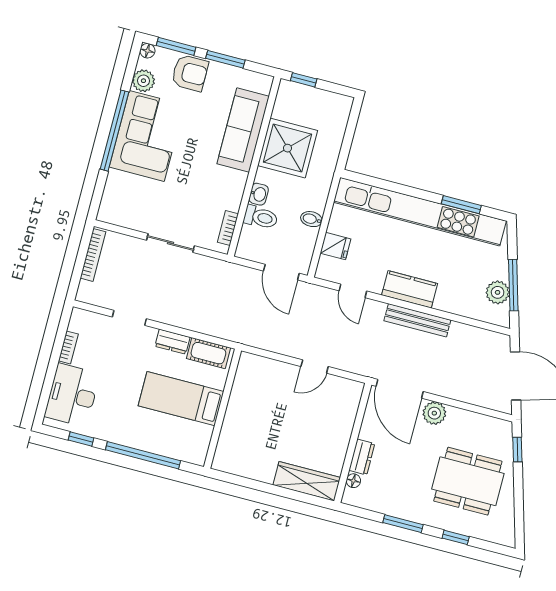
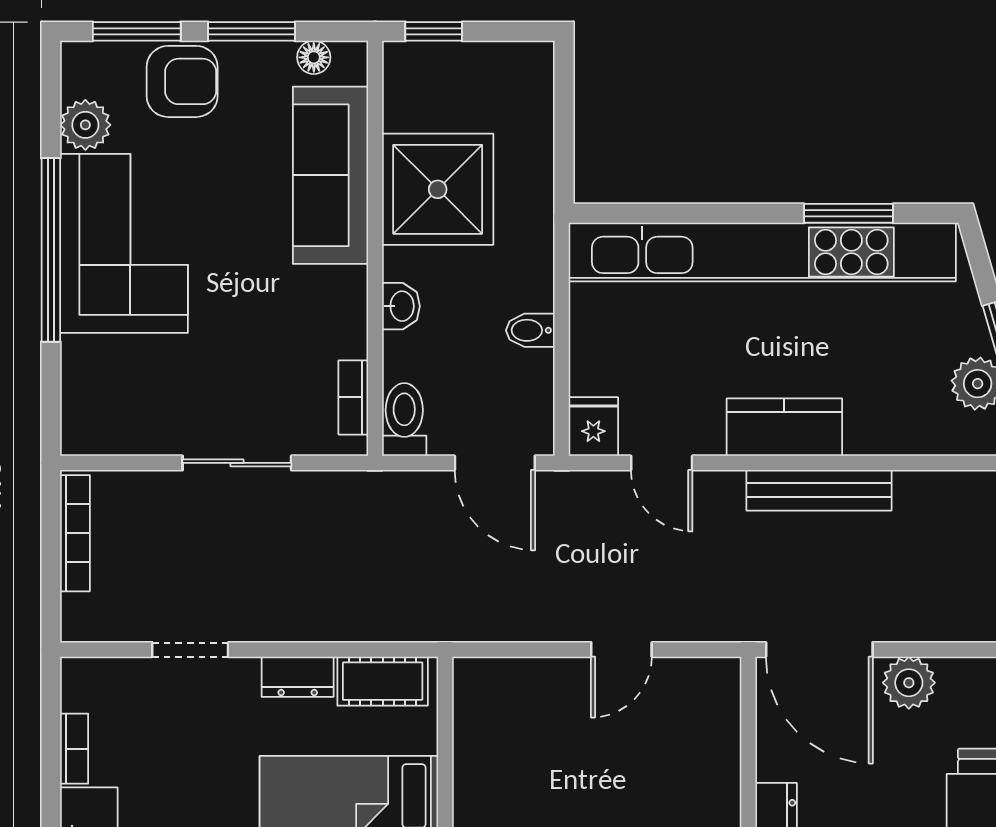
floor lamp: (147, 51) -> (314, 57), moved
toilet: (261, 217) -> (404, 420), moved, turned -90
fridge: (335, 246) -> (593, 427), moved, turned -90

